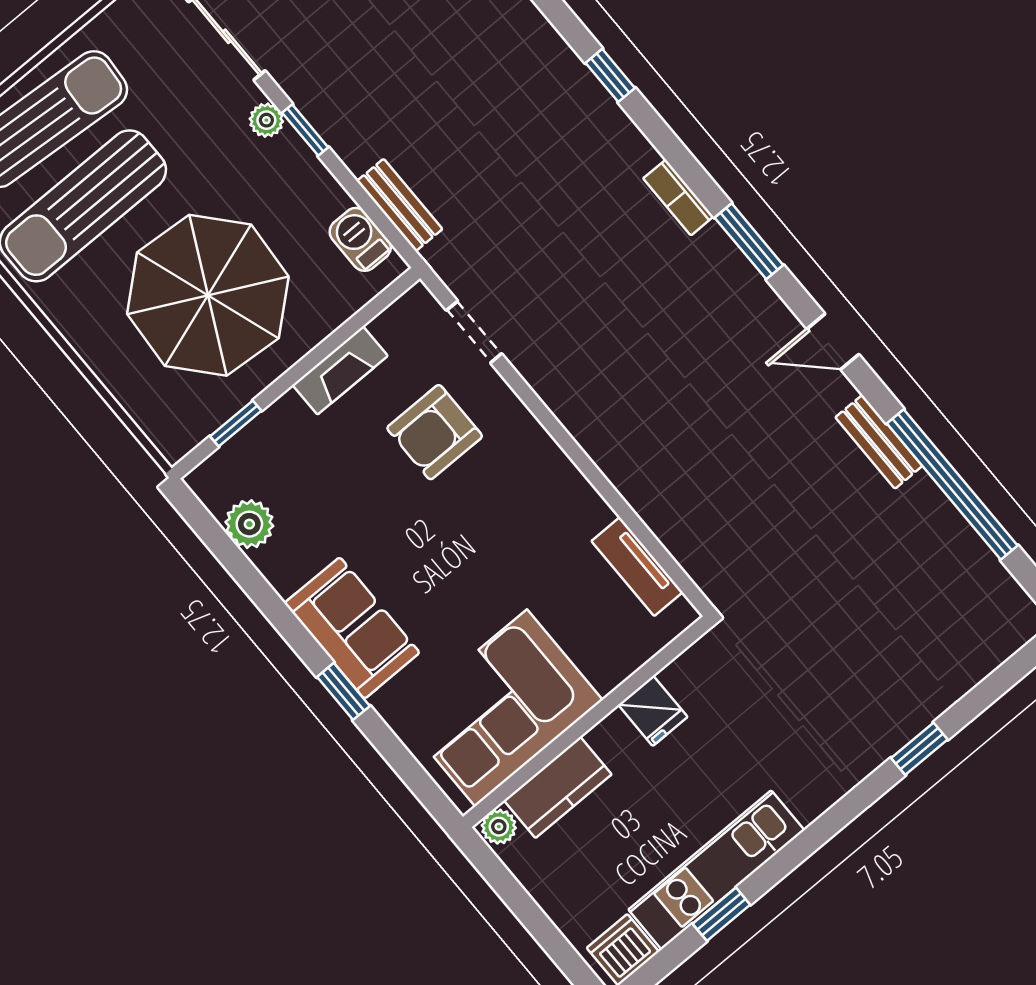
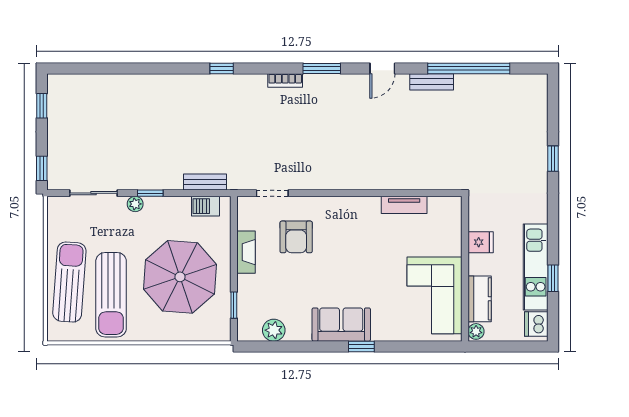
corner sofa: (501, 708) -> (434, 295), moved
fridge: (653, 711) -> (481, 242), moved
wall: (587, 722) -> (465, 269), moved
kitchen counter: (558, 787) -> (480, 299), moved
plant: (499, 827) -> (476, 331), moved

